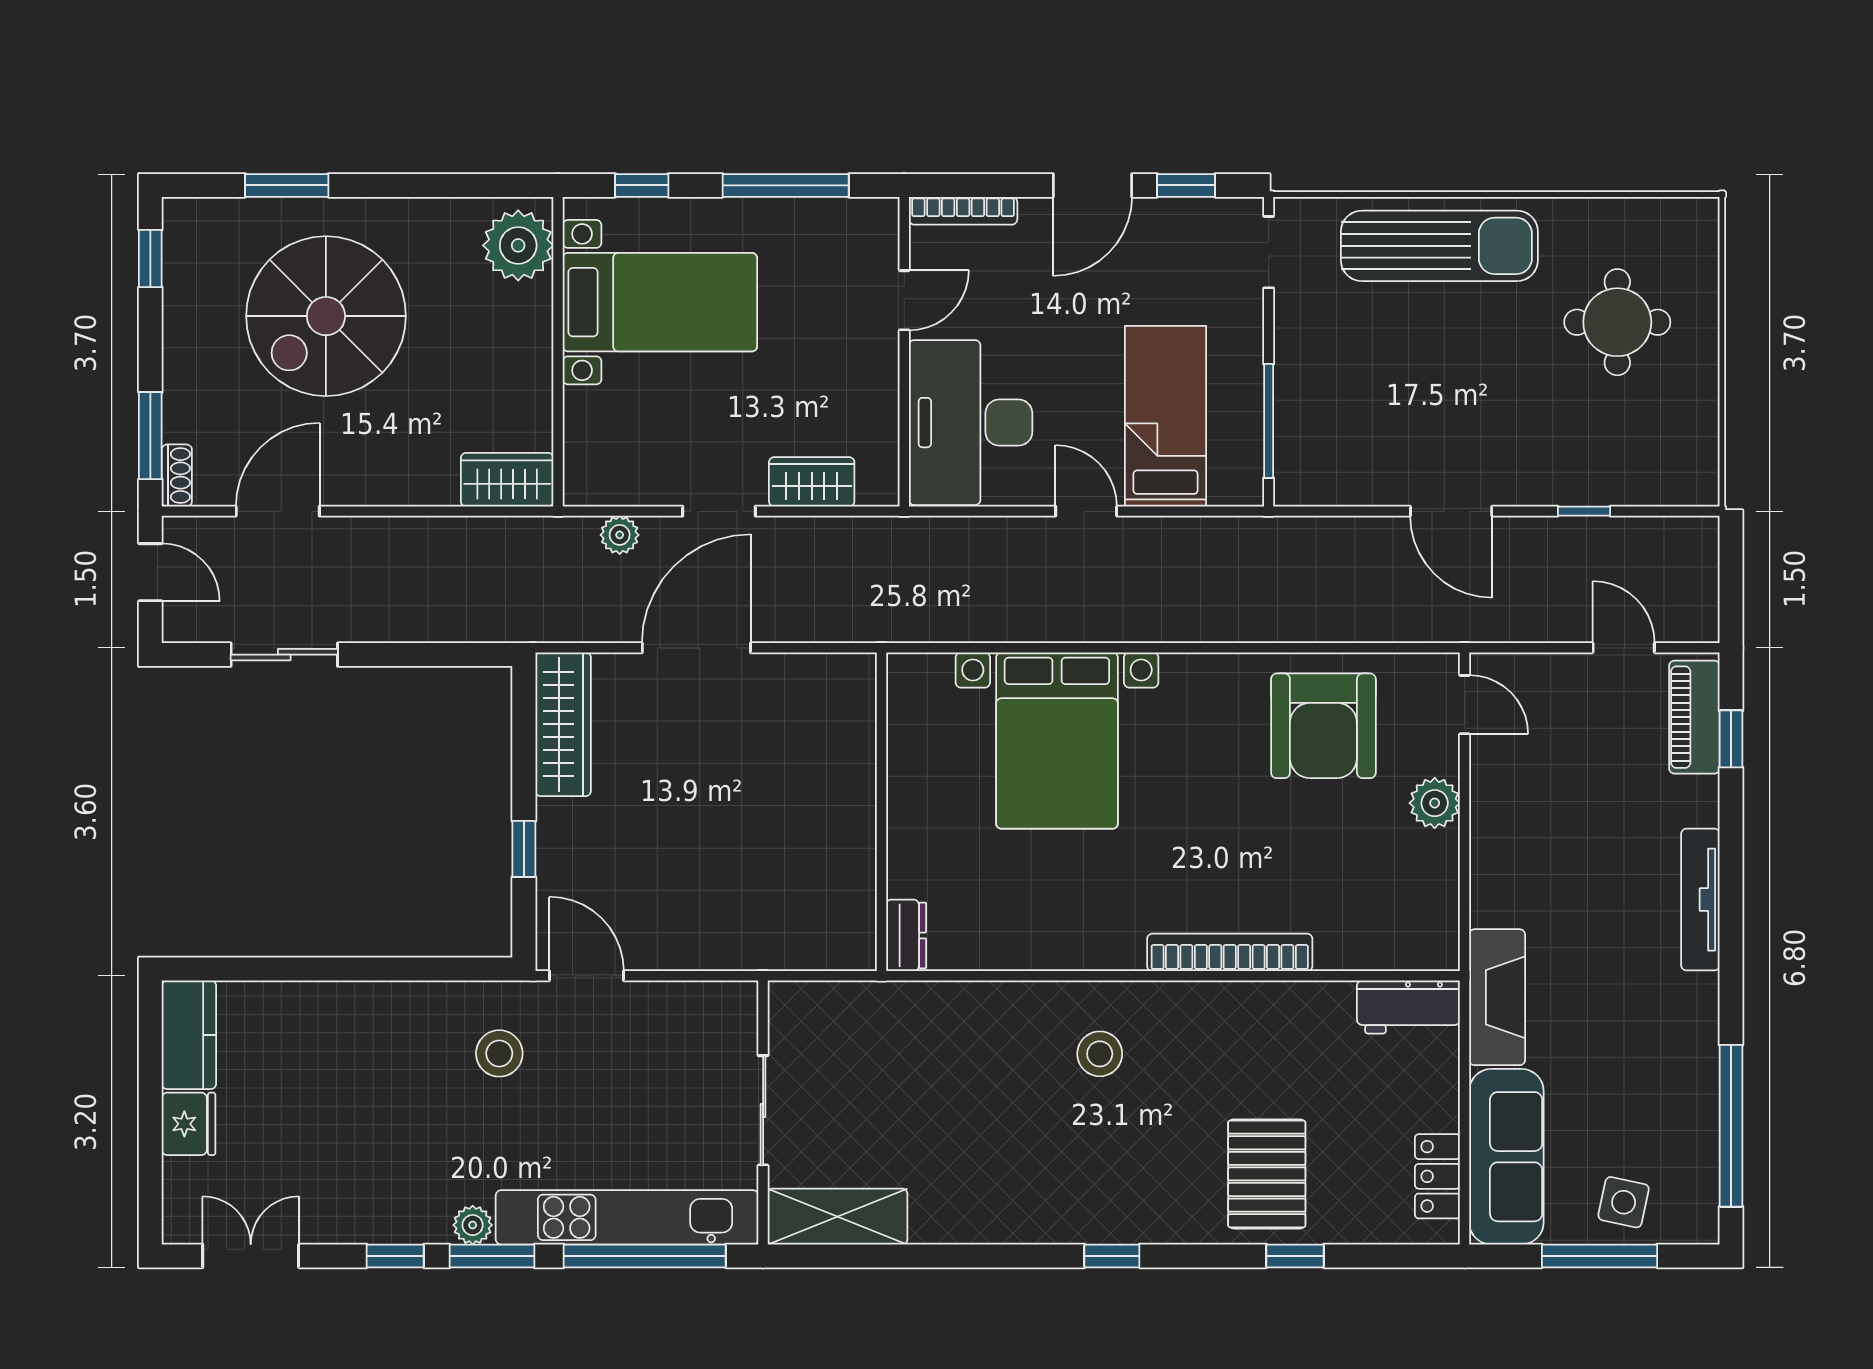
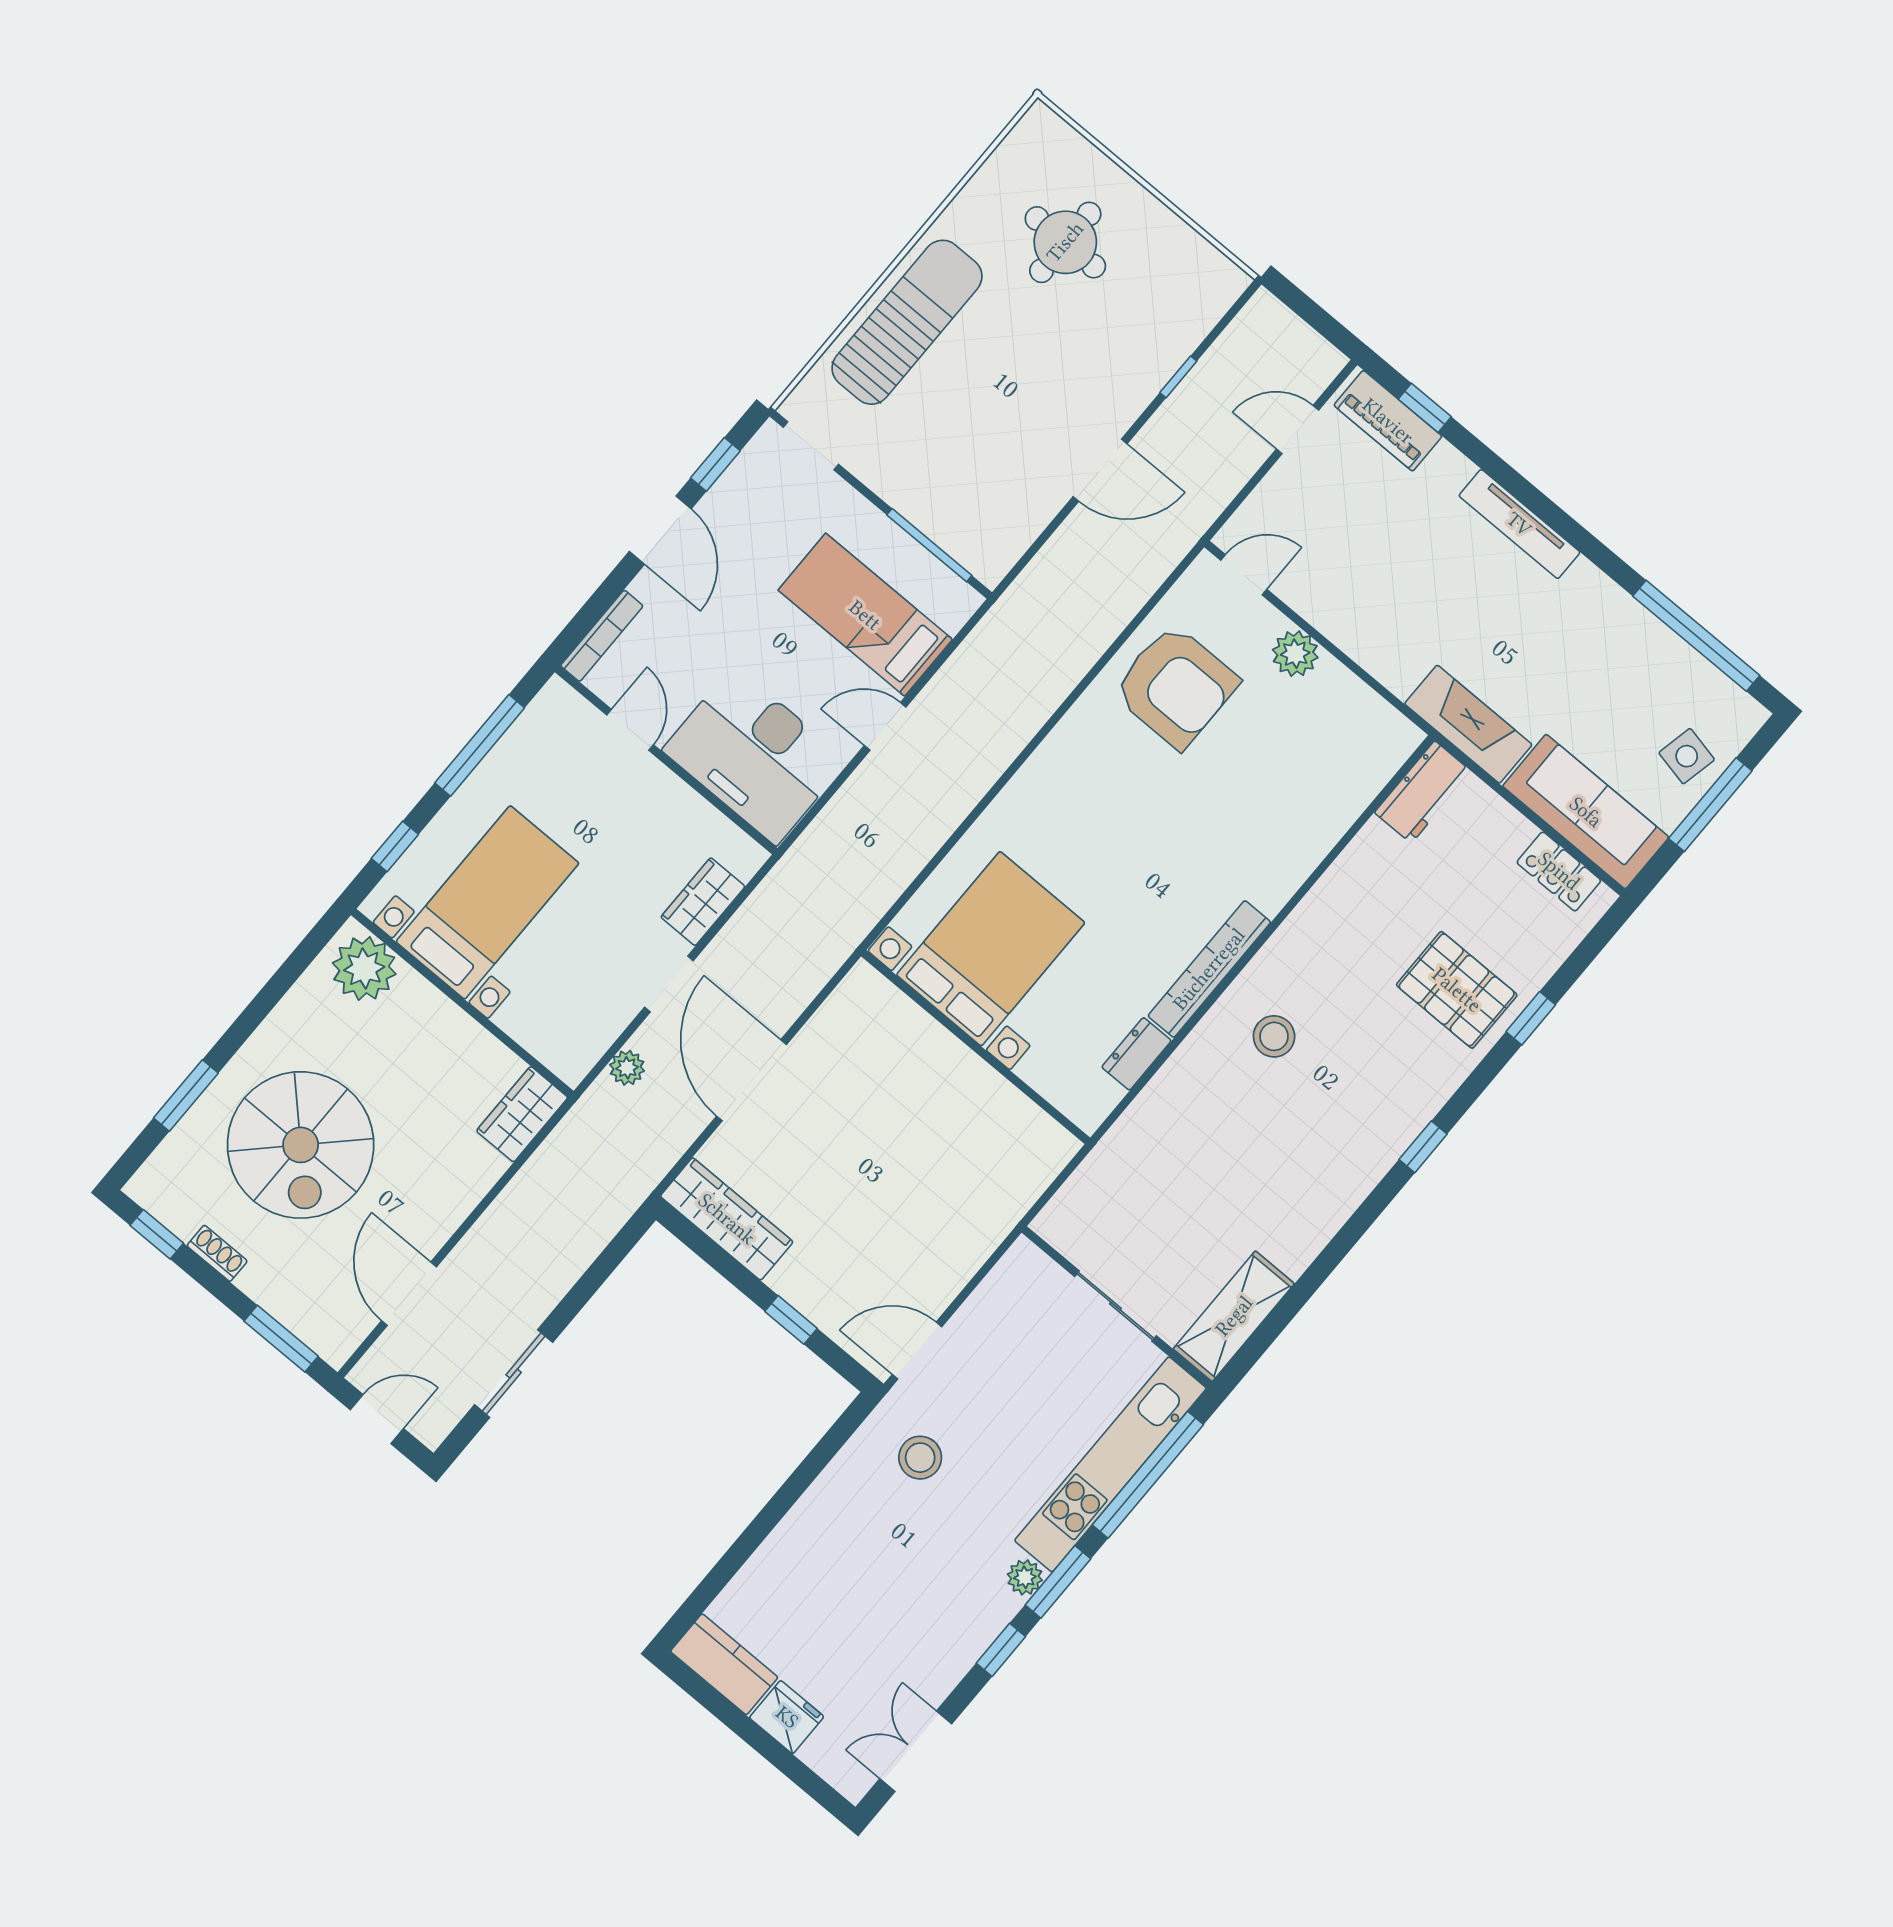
shoe rack: (177, 476) -> (217, 1253), moved
bed with nightstands: (1057, 741) -> (991, 949), moved, turned -90
dresser: (906, 935) -> (1136, 1054), moved, turned -90
bookcase: (1230, 952) -> (1209, 969), moved

